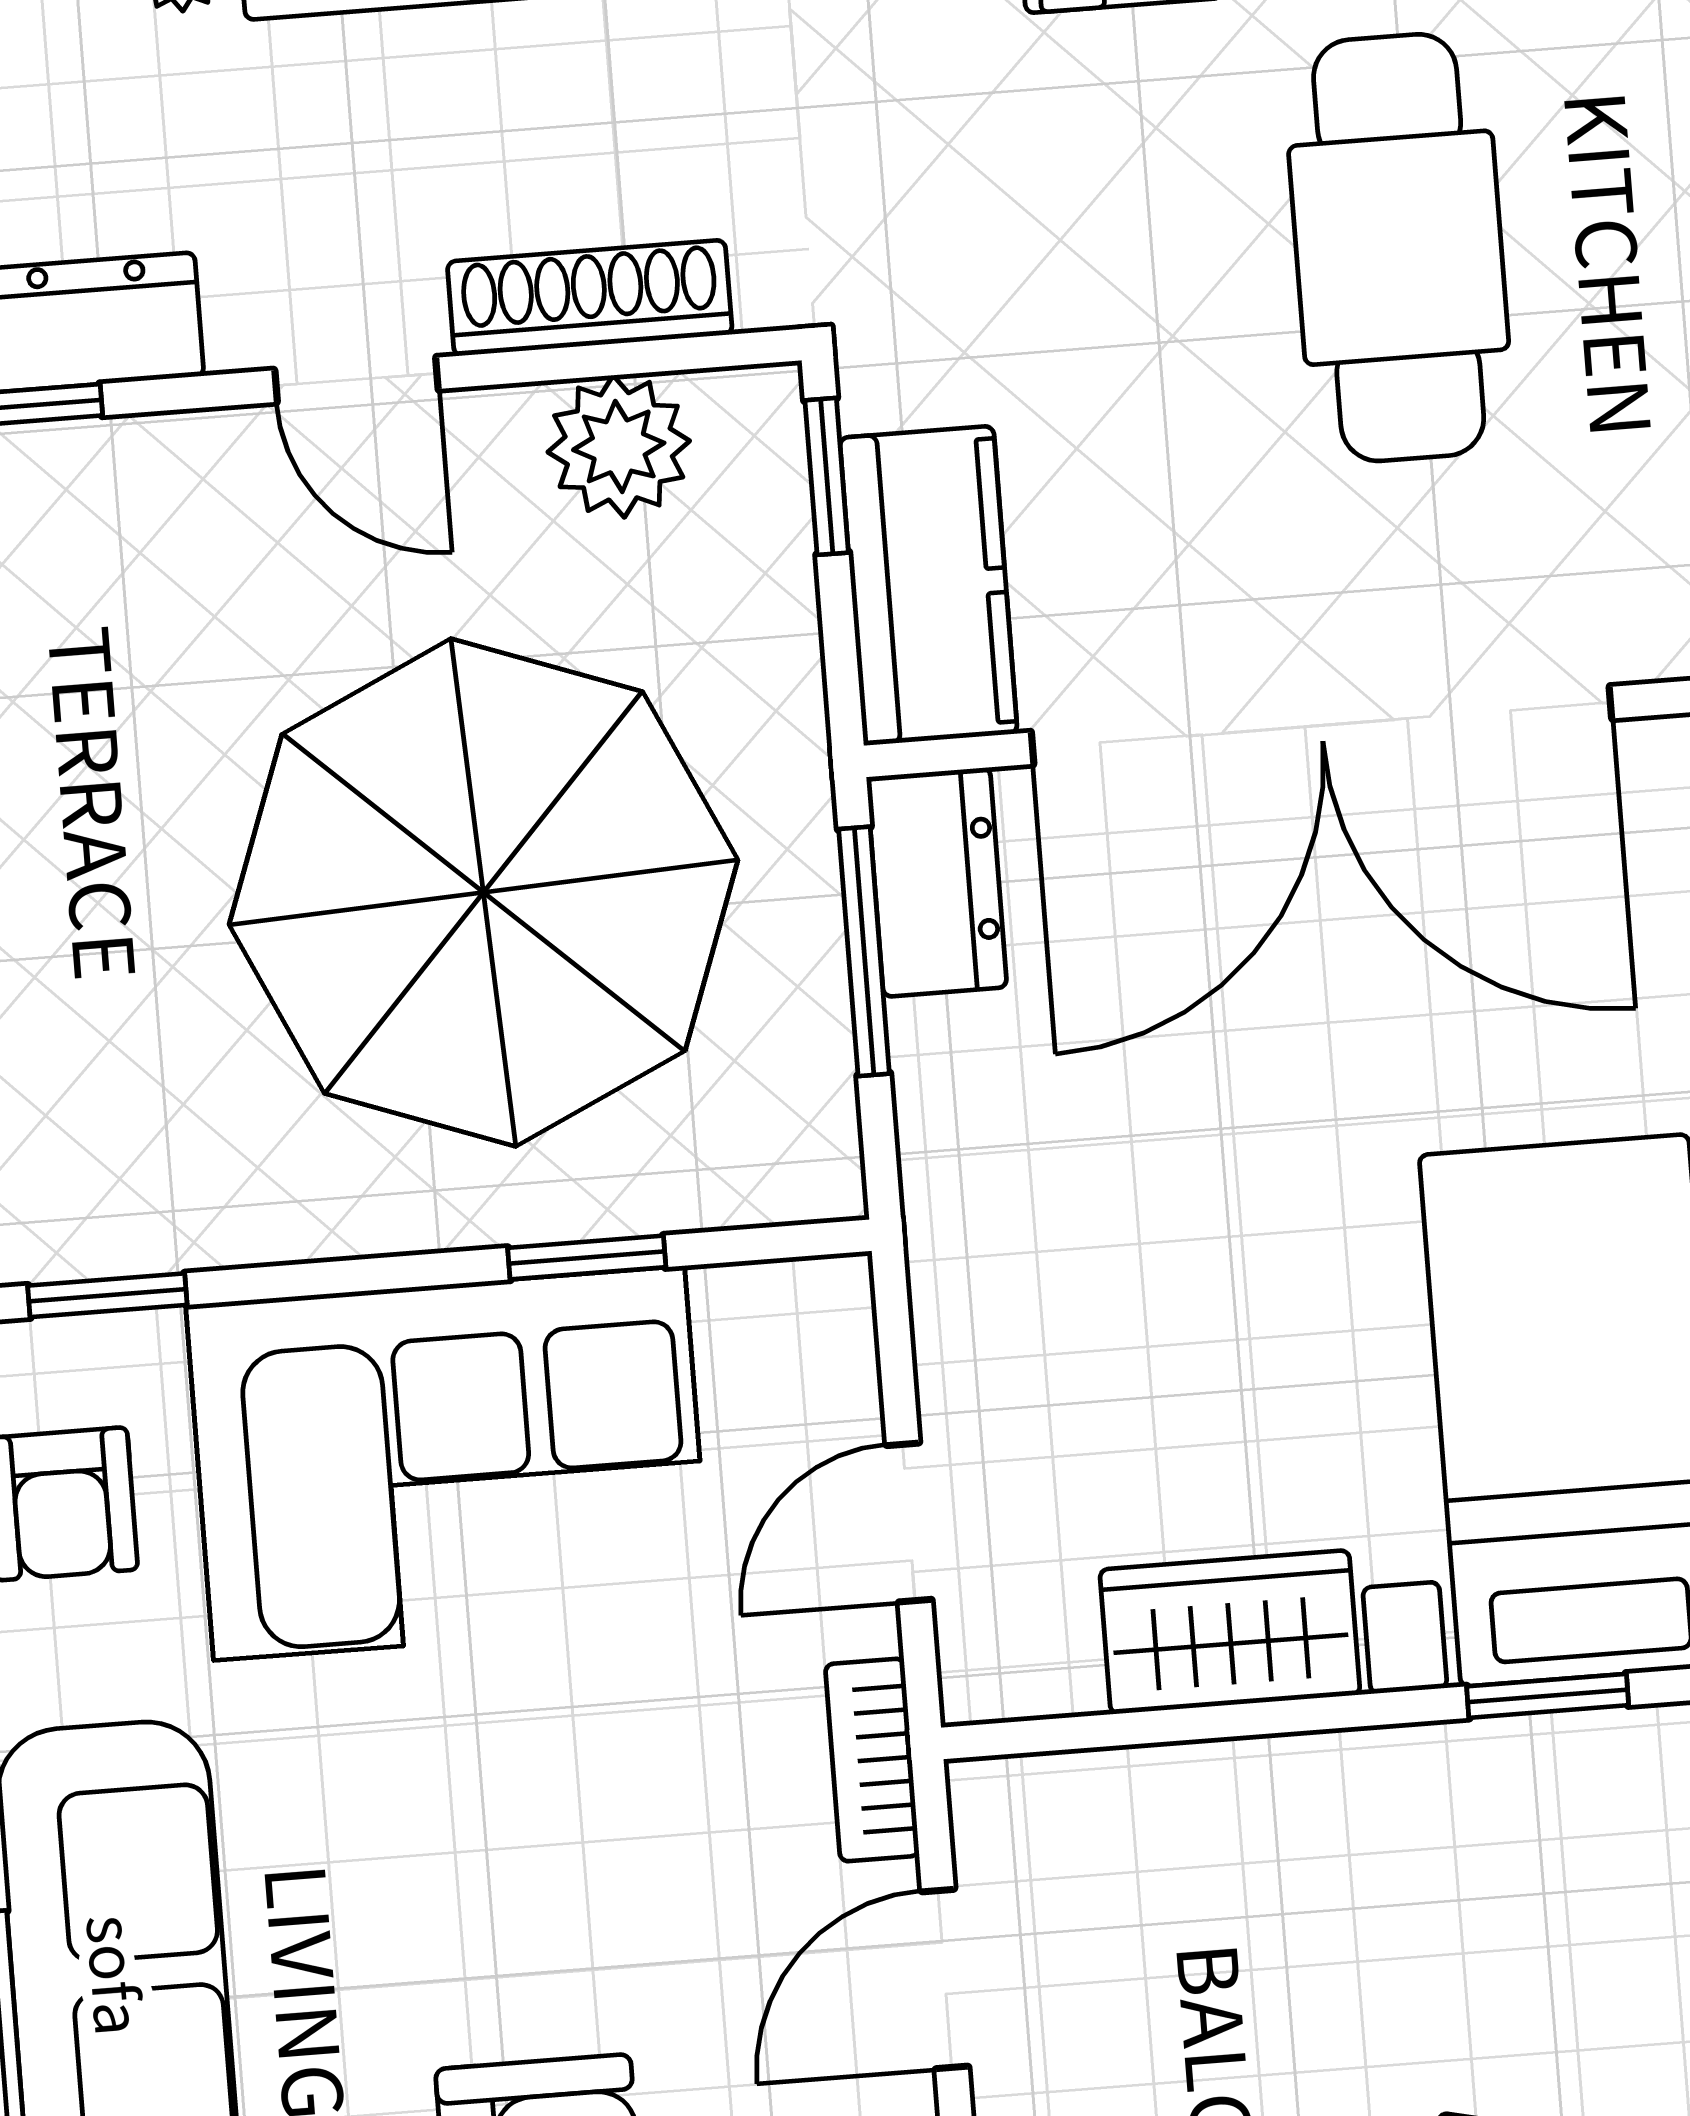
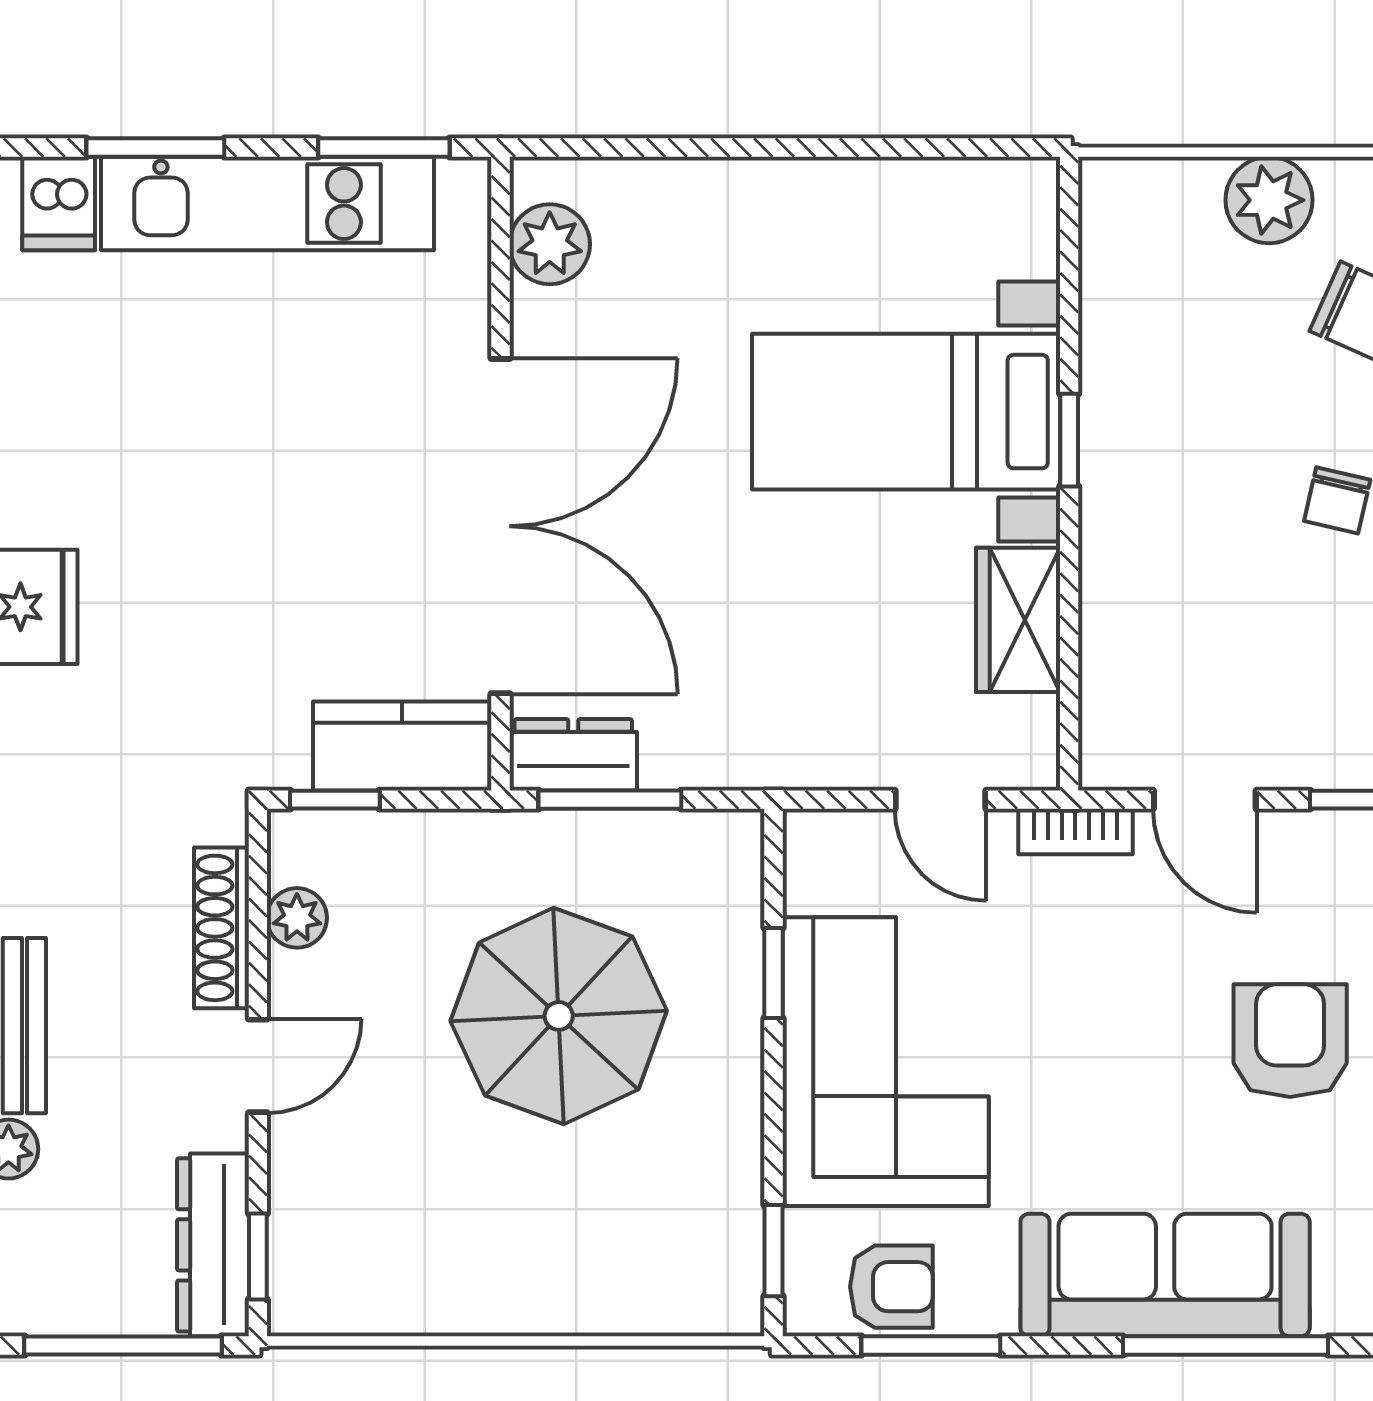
cafe table: (1399, 248) -> (229, 460), removed
plant: (619, 446) -> (297, 918), width x0.73, depth x0.73
parasol: (483, 892) -> (559, 1016), width x0.73, depth x0.73

